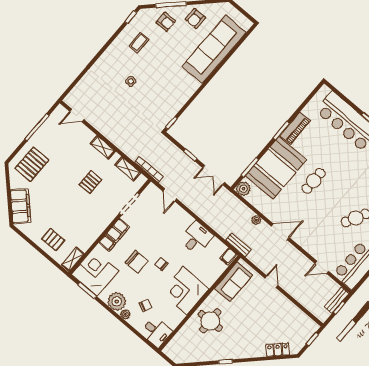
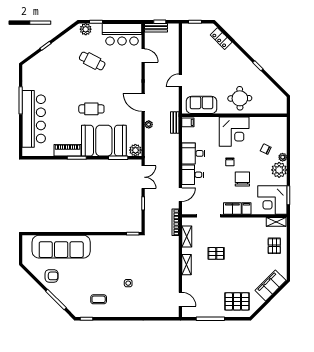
armchair: (166, 22) -> (70, 293), removed
desk: (156, 332) -> (193, 175), moved, turned -90

